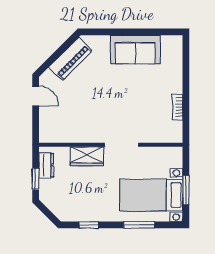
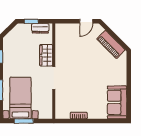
sofa: (135, 50) -> (117, 102), moved

